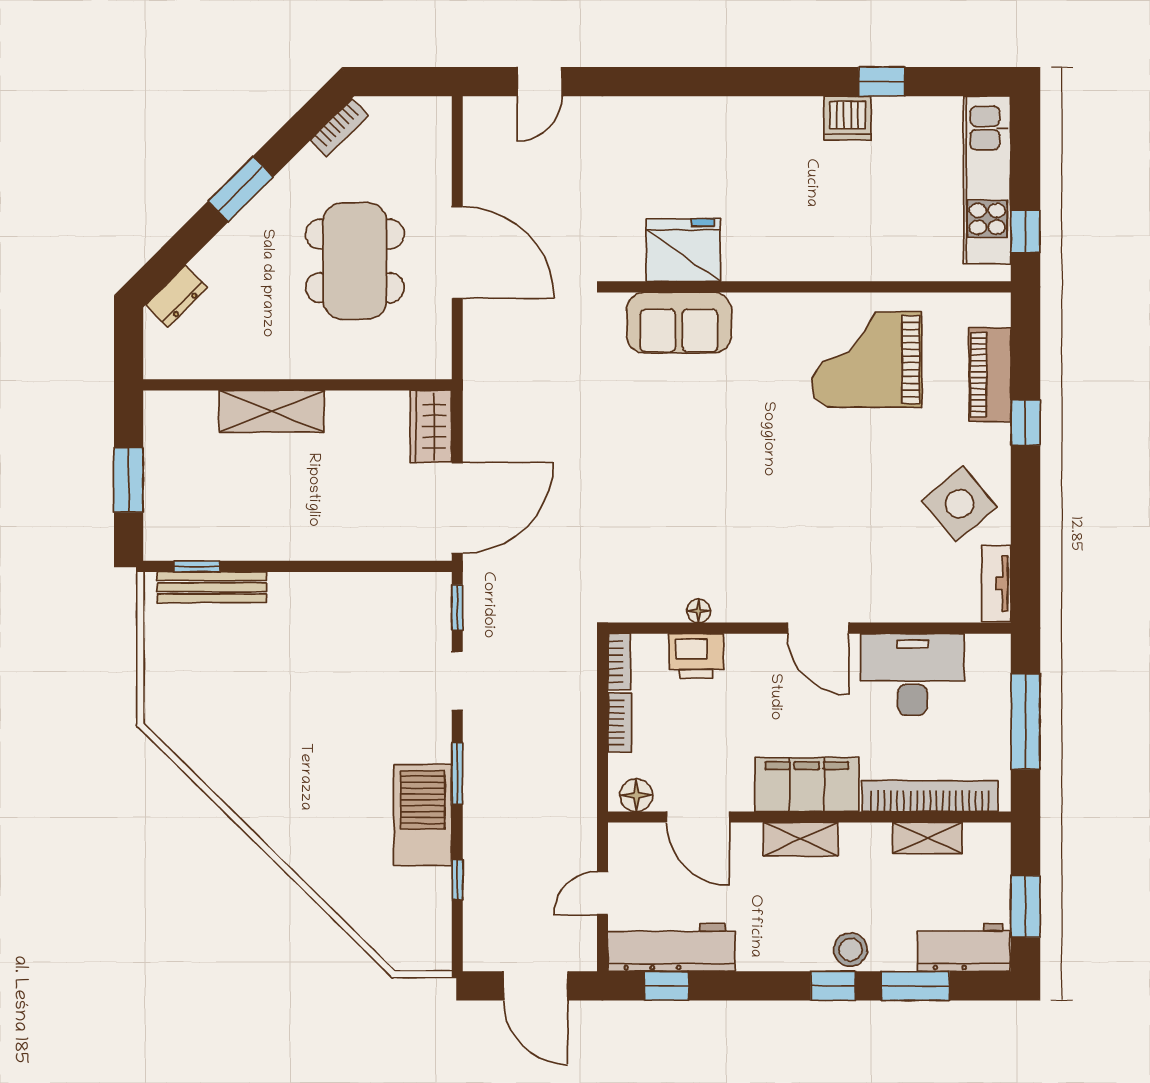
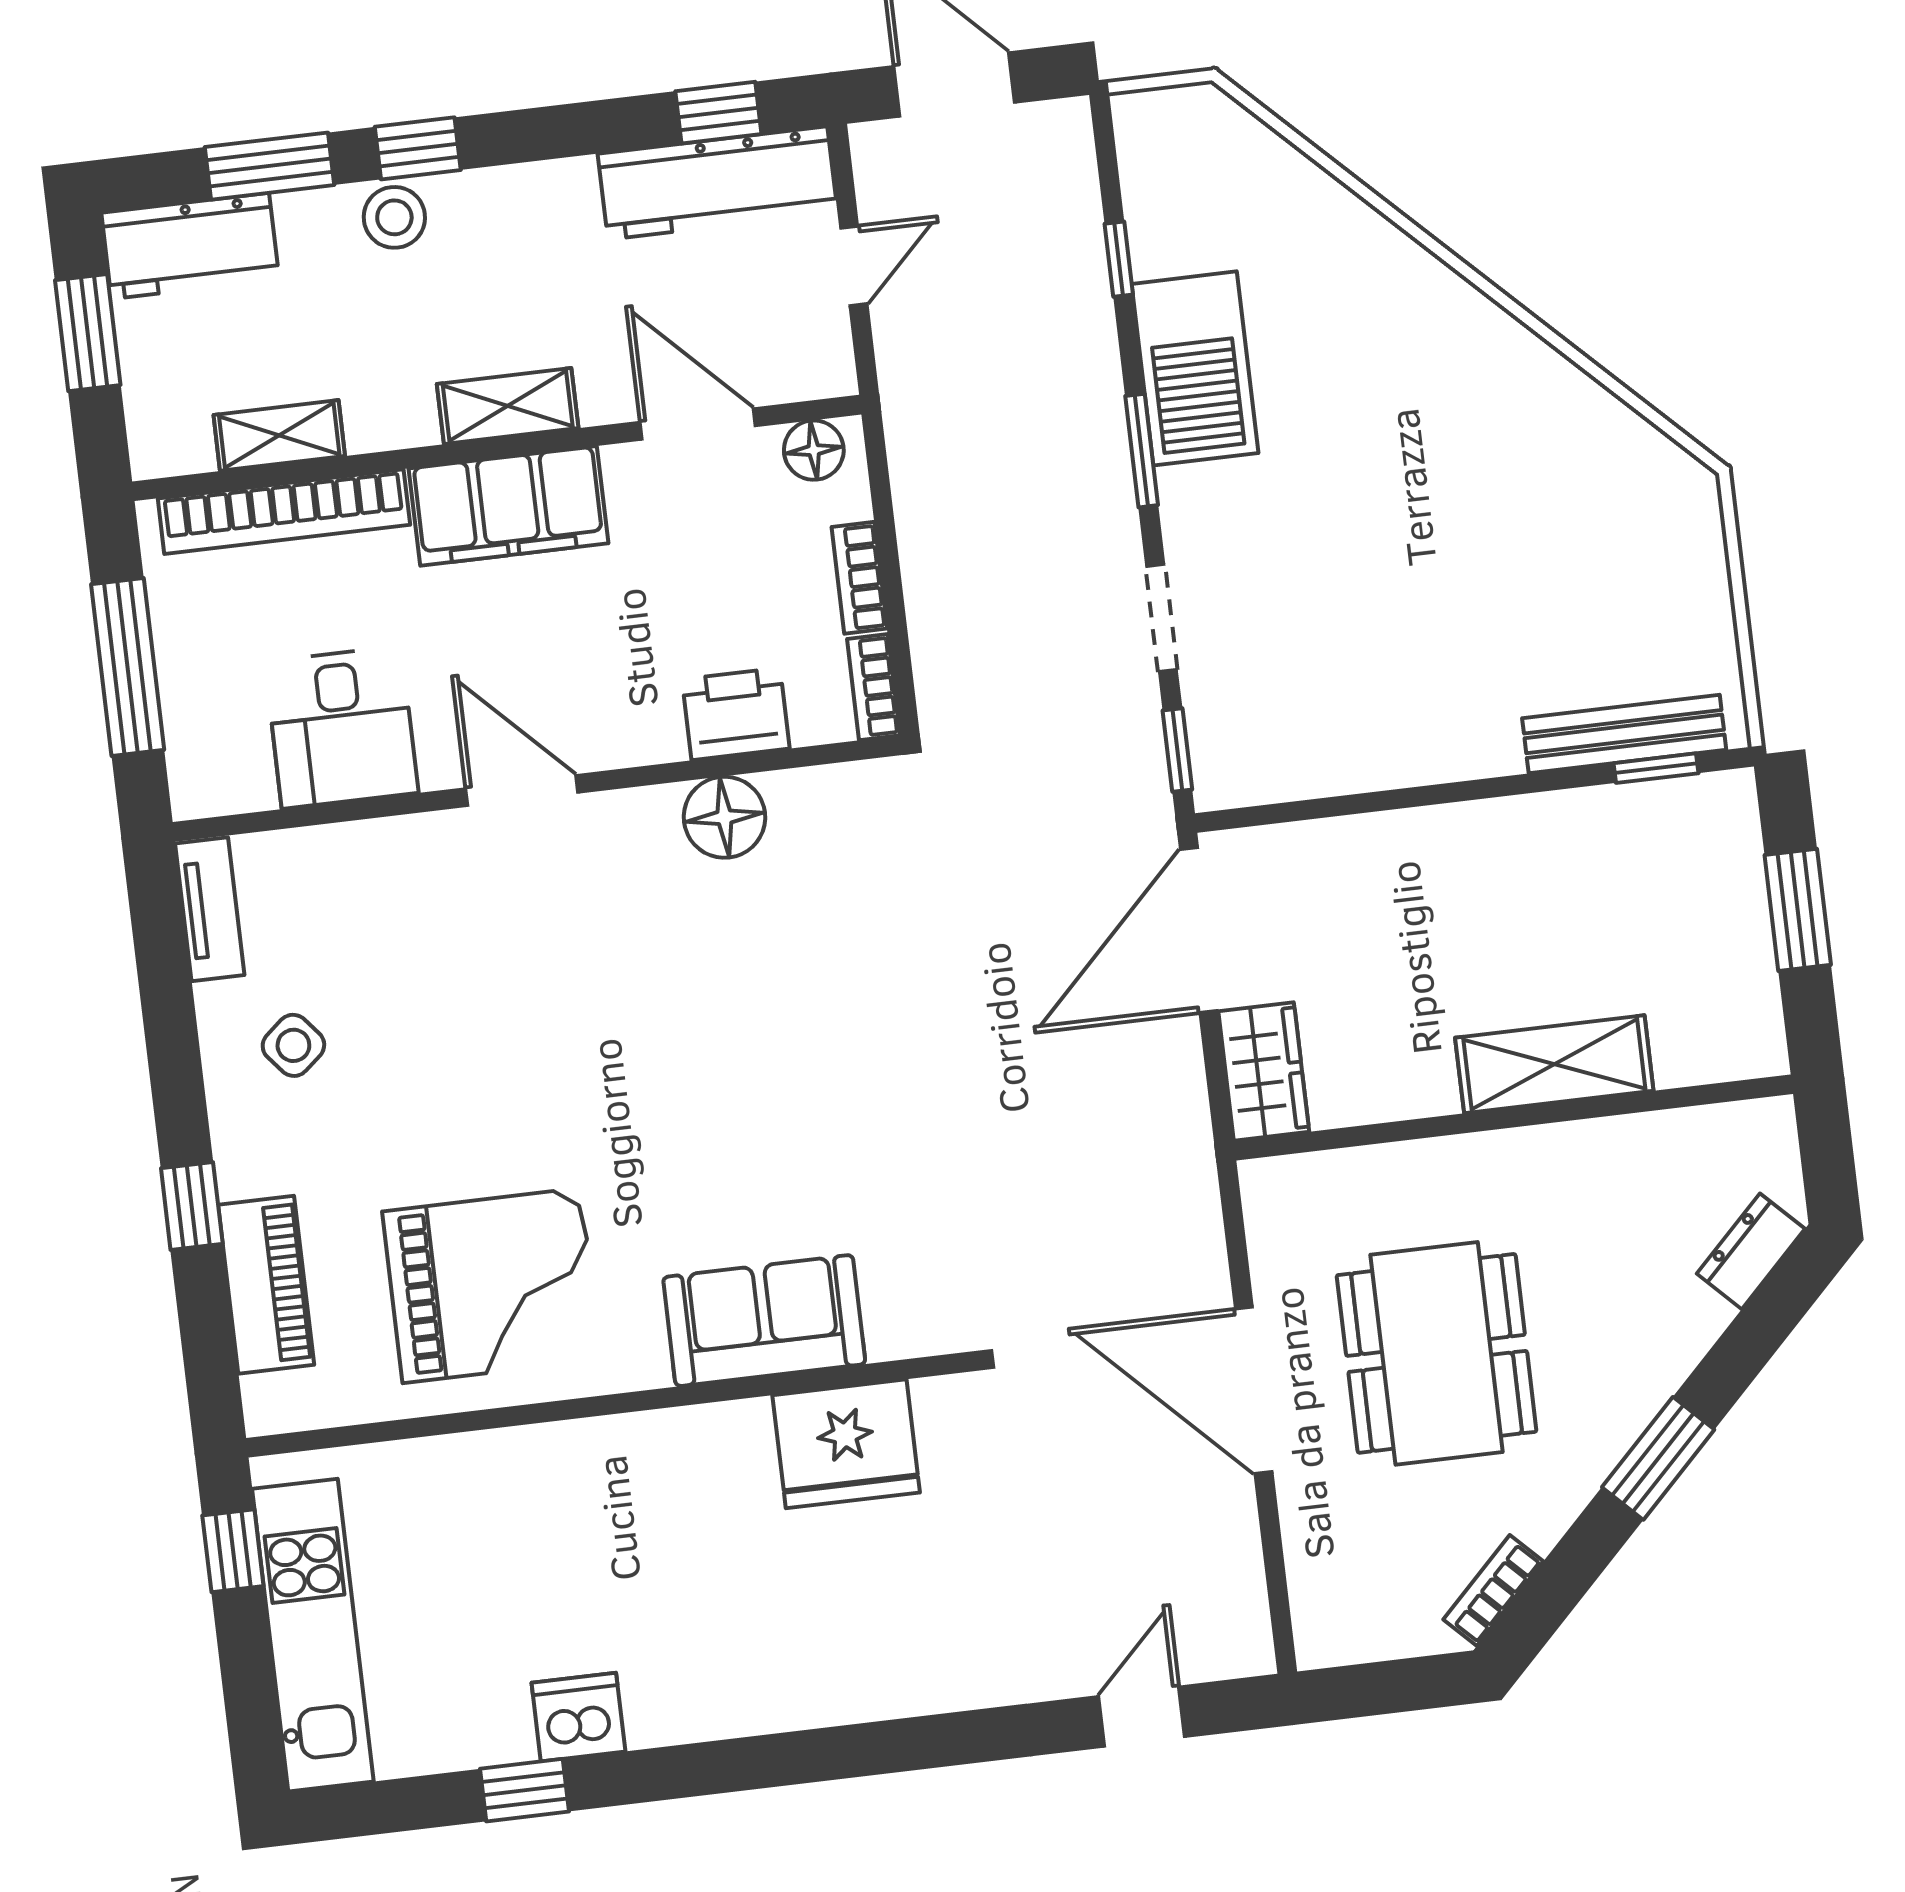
sofa: (679, 323) -> (764, 1321), moved
side table: (959, 504) -> (293, 1045), width x0.54, depth x0.54
floor lamp: (699, 611) -> (724, 817), width x1.89, depth x1.89
desk: (913, 674) -> (341, 727), width x0.73

